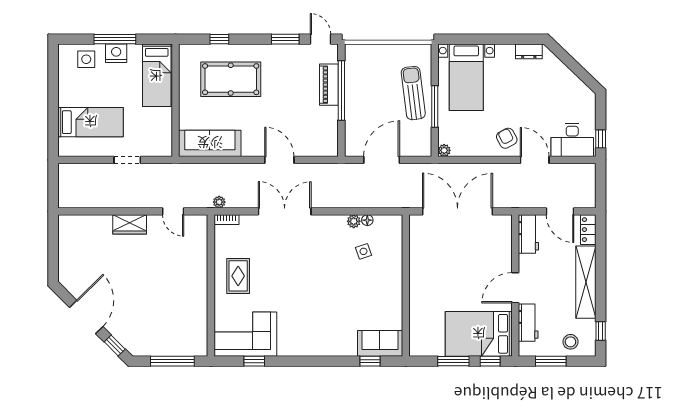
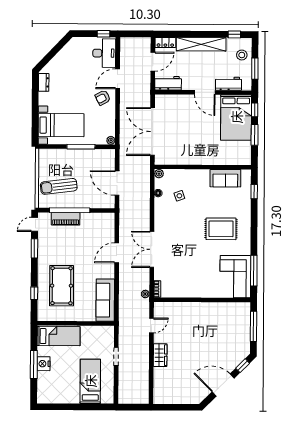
side table: (86, 59) -> (47, 384), removed
sun lounger: (413, 93) -> (59, 186), moved
plant: (354, 221) -> (159, 174), moved
rug: (238, 276) -> (221, 229), moved, width x1.36, depth x1.43
sofa: (380, 343) -> (225, 178), moved, turned -90
window: (254, 361) -> (254, 271), width x2.17

